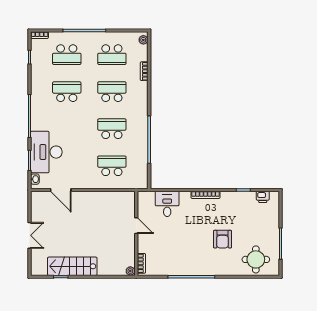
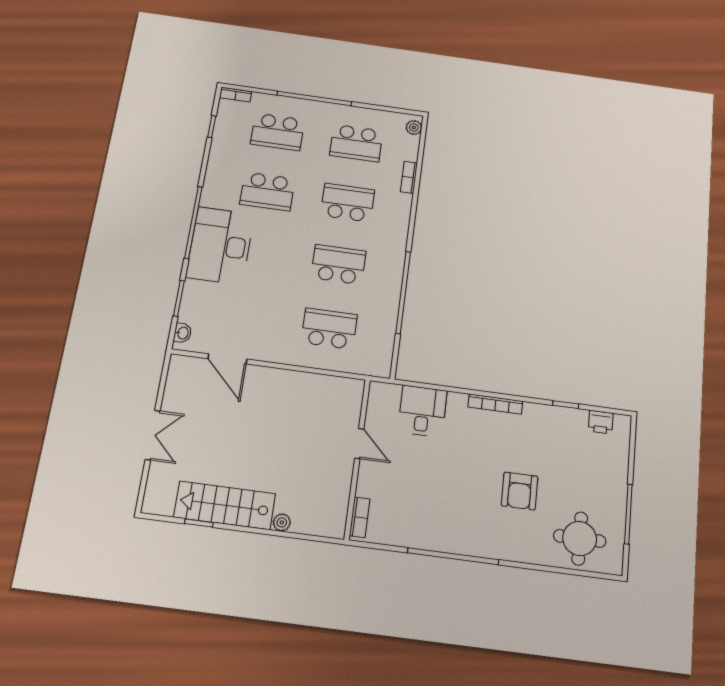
school desk: (67, 92) -> (267, 191), turned 180
desk: (46, 152) -> (220, 246), moved
plant: (130, 271) -> (282, 522), moved

